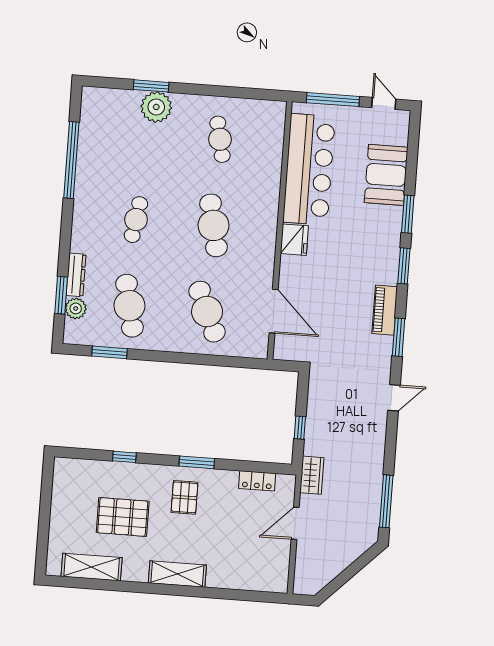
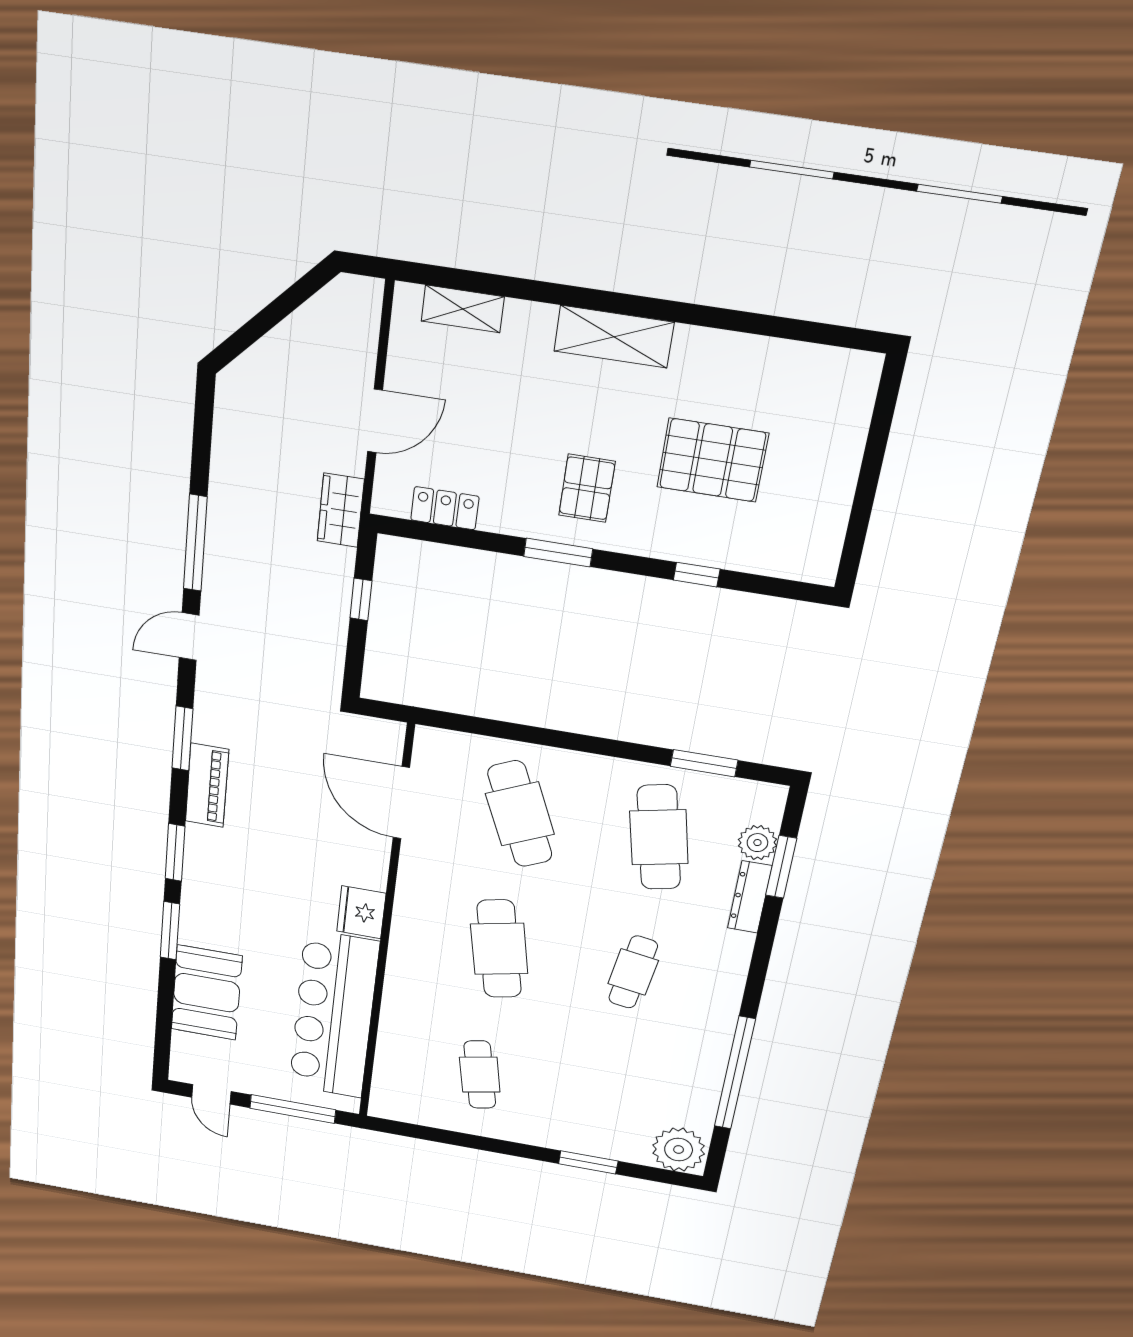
plant: (156, 107) -> (679, 1150), moved
window: (386, 501) -> (195, 543), moved
shelving: (92, 567) -> (463, 309), moved, width x0.67, depth x0.75

